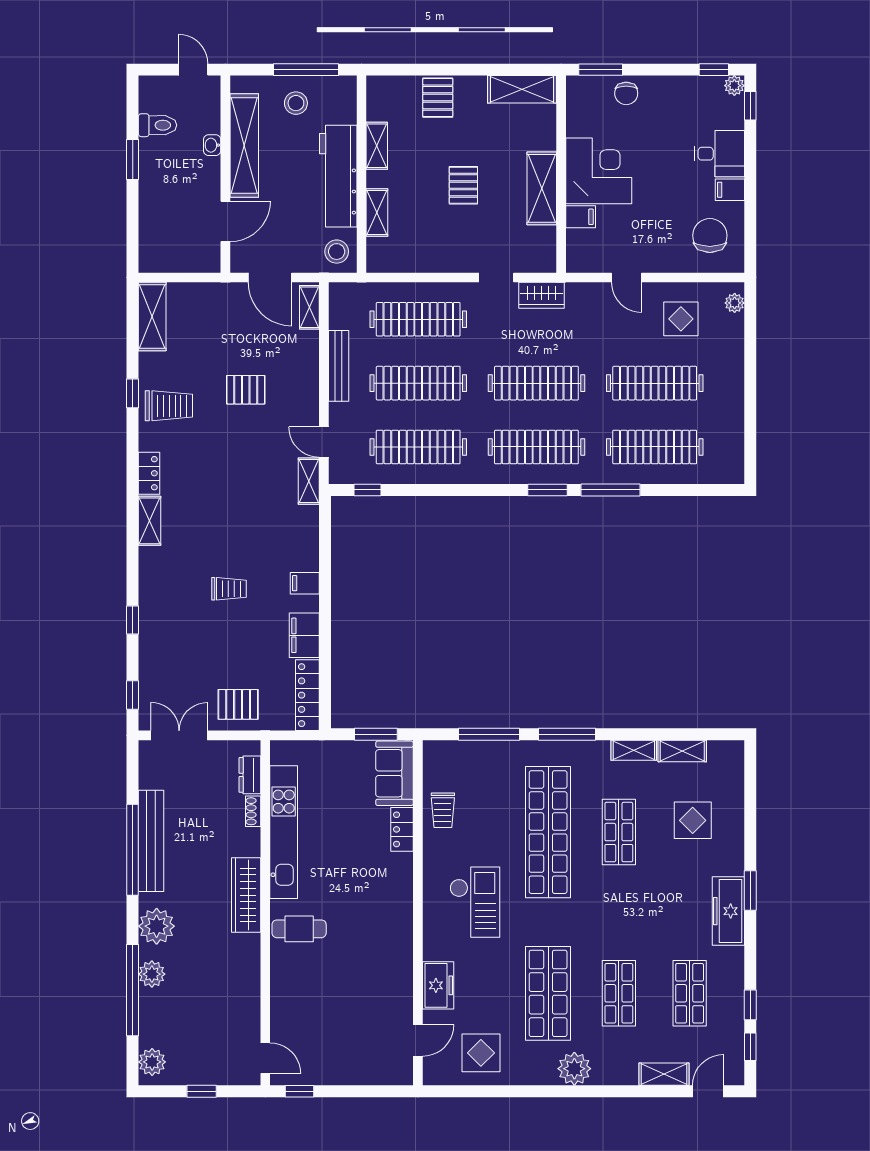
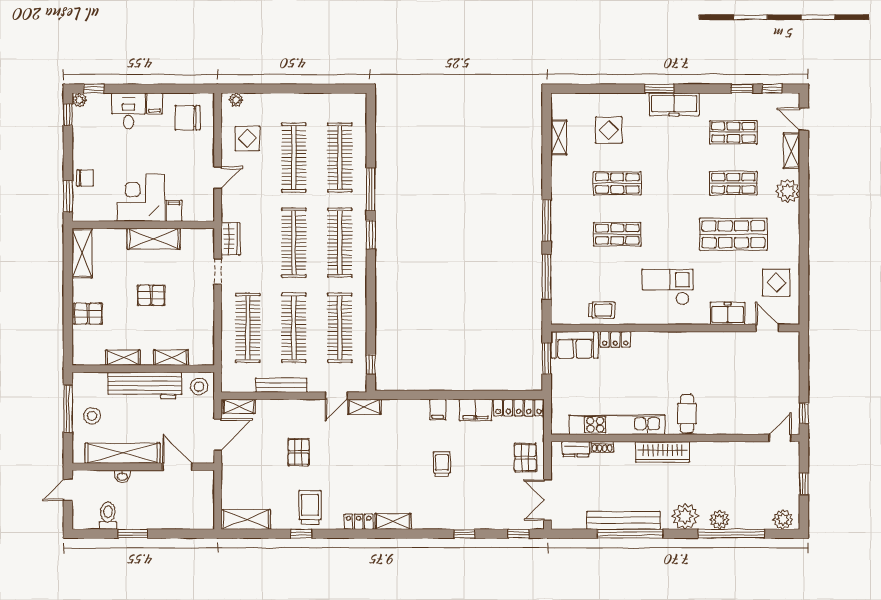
shelving: (634, 750) -> (558, 173), removed
shop shelf: (548, 832) -> (617, 234), width x0.50, depth x0.74
plant: (574, 1069) -> (788, 191), moved

